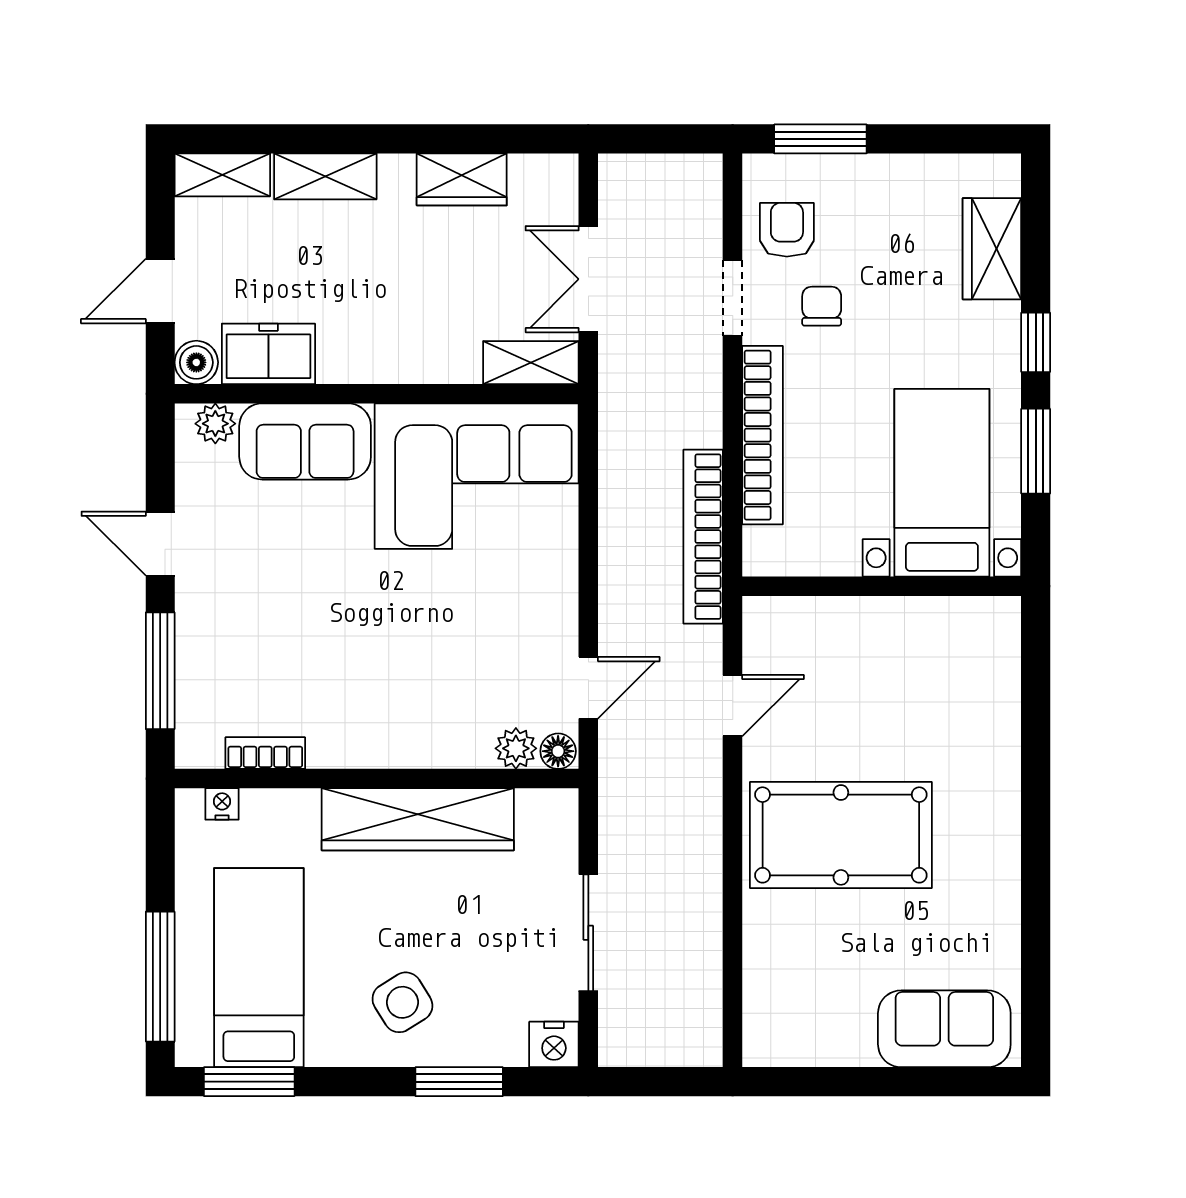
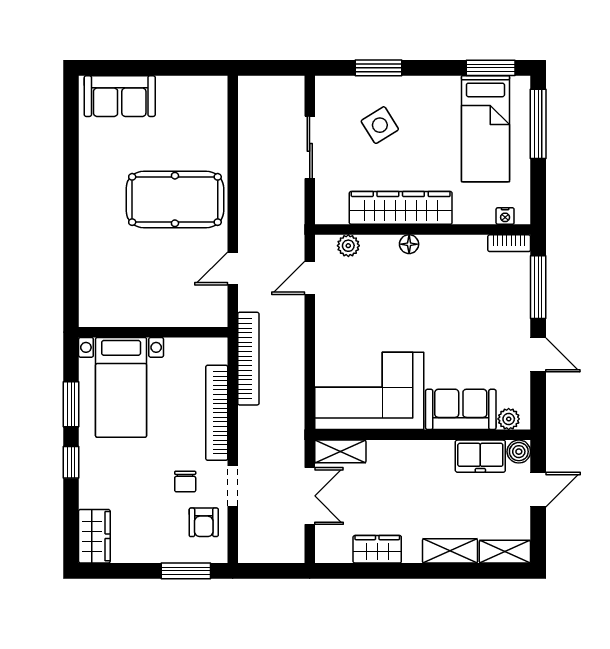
wardrobe: (992, 249) -> (94, 536), moved
floor lamp: (558, 751) -> (409, 244), moved
bookcase: (265, 753) -> (509, 243), moved
side table: (402, 1002) -> (380, 125), moved
nightstand: (554, 1044) -> (328, 88), removed

